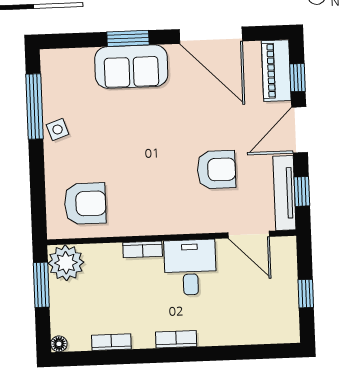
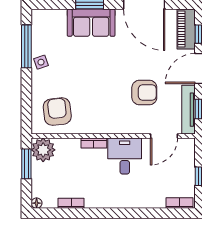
armchair: (85, 204) -> (57, 112), turned -96
door: (249, 235) -> (164, 136), hinge flipped
bookcase: (176, 339) -> (180, 203), moved

